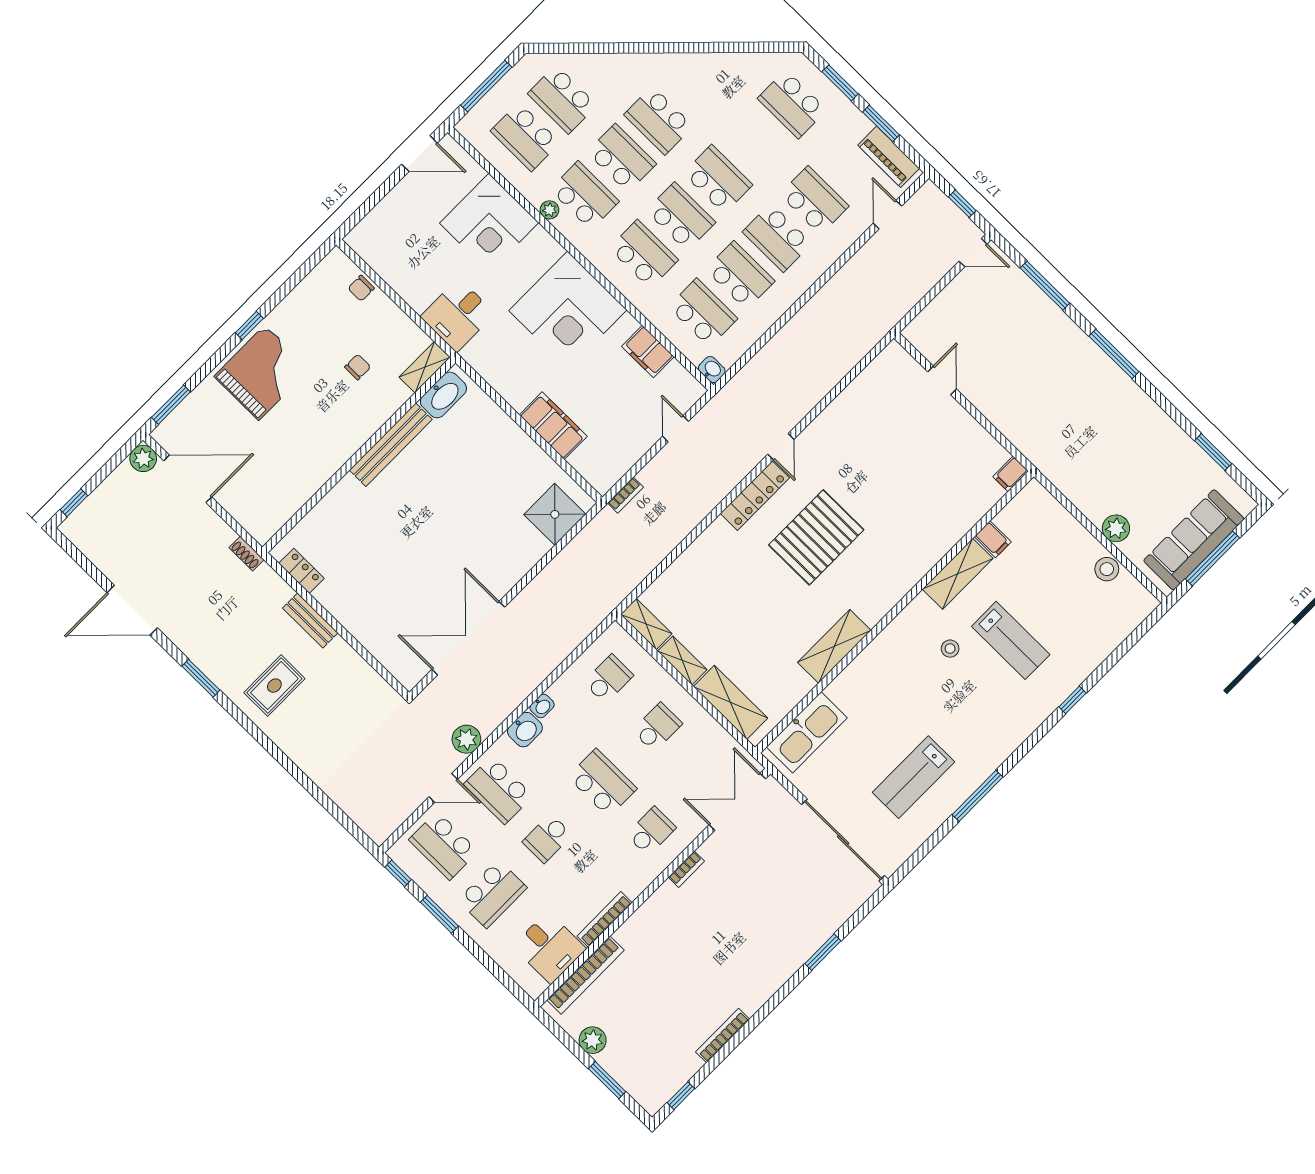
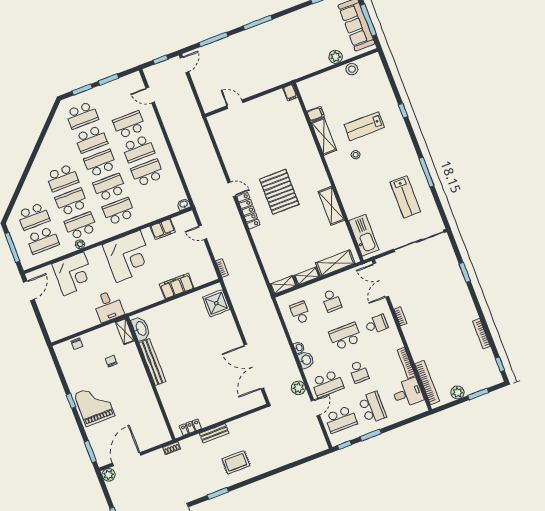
piano: (889, 157) -> (125, 83), removed
school desk: (703, 313) -> (91, 139), moved, turned 180
lab bench: (1011, 640) -> (364, 126), turned 180
rug: (274, 686) -> (236, 462), turned 90
school desk: (657, 727) -> (332, 301), turned 180
school desk: (651, 831) -> (376, 324), turned 90

